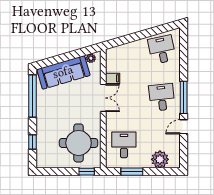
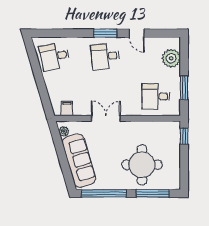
filing cabinet: (113, 78) -> (67, 108), moved
window: (184, 97) -> (105, 33), width x0.69
window: (33, 142) -> (153, 193), width x2.17
round table: (79, 143) -> (142, 165), moved

